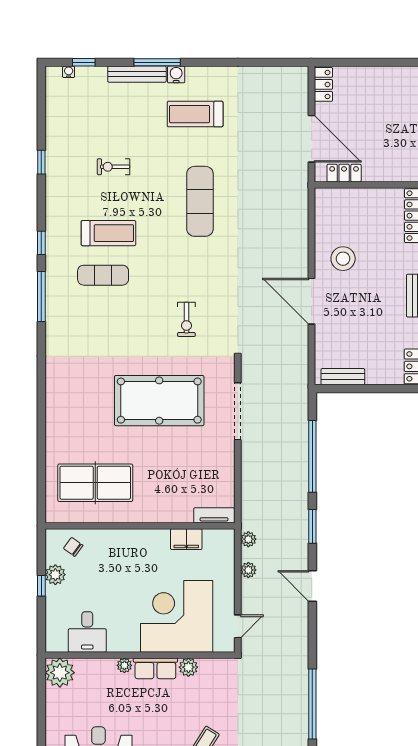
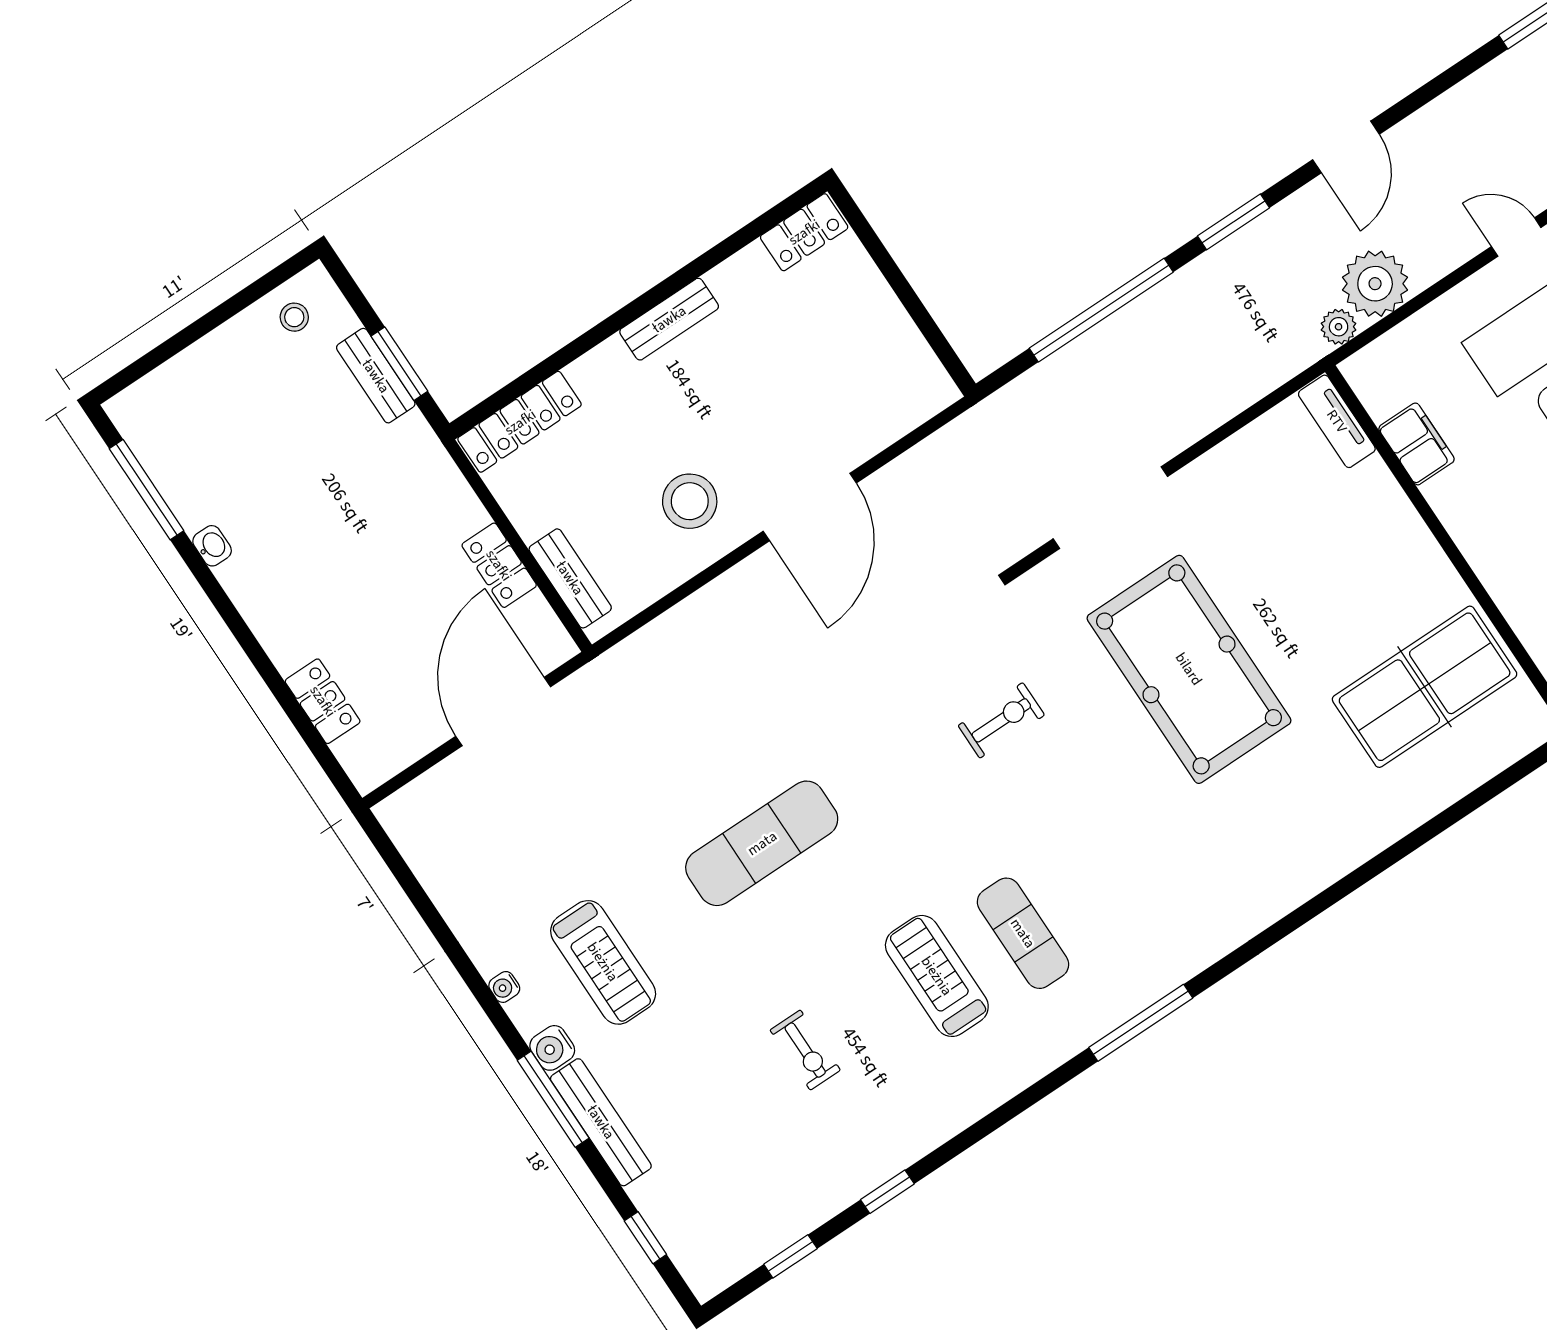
water cooler: (69, 72) -> (504, 987), moved
locker: (323, 84) -> (323, 701), moved, turned 90
locker: (344, 173) -> (499, 565), moved
window: (41, 243) -> (790, 1256), moved
bench: (343, 377) -> (570, 578), moved
table tennis table: (95, 483) -> (1425, 687), turned 90
plant: (248, 570) -> (1375, 284), width x1.87, depth x1.87

